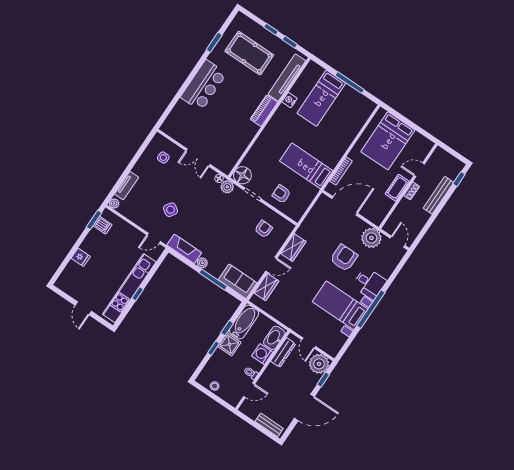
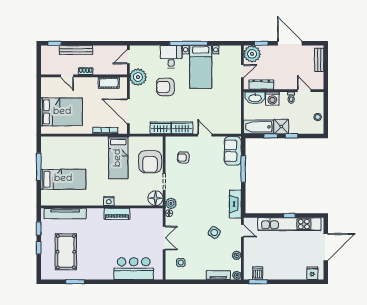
bar counter: (204, 85) -> (134, 269), moved
nightstand: (289, 100) -> (109, 201), moved
piano: (264, 111) -> (117, 214), moved
cot: (397, 188) -> (109, 83), moved
armchair: (281, 194) -> (150, 162), width x1.88, depth x1.88
fridge: (81, 257) -> (312, 273), moved
plant: (202, 263) -> (237, 255), moved
wardrobe: (266, 287) -> (161, 128), moved
door: (83, 308) -> (326, 247), width x1.88

